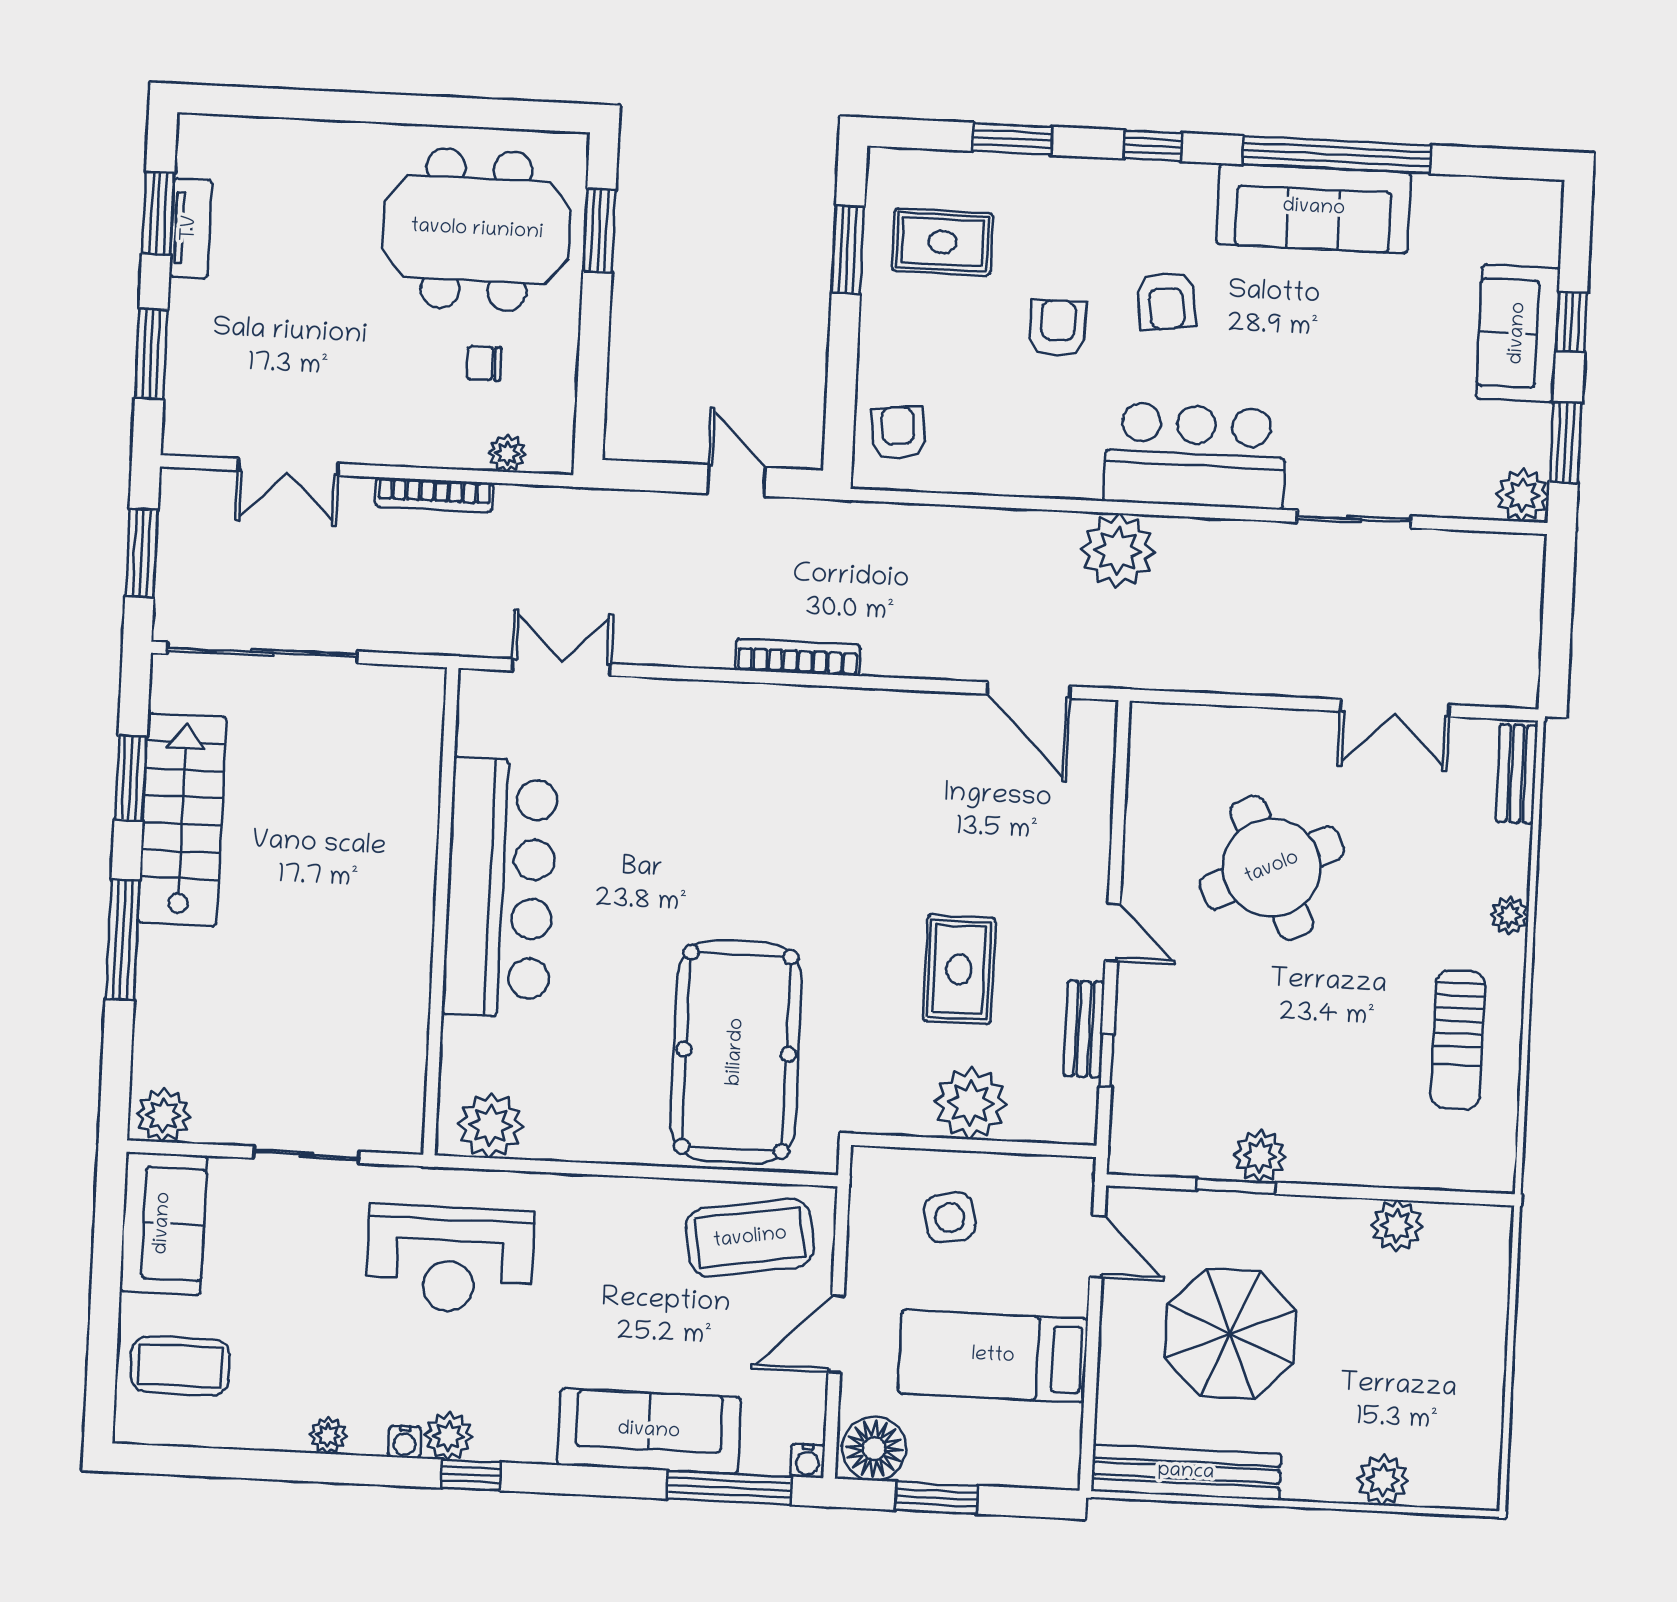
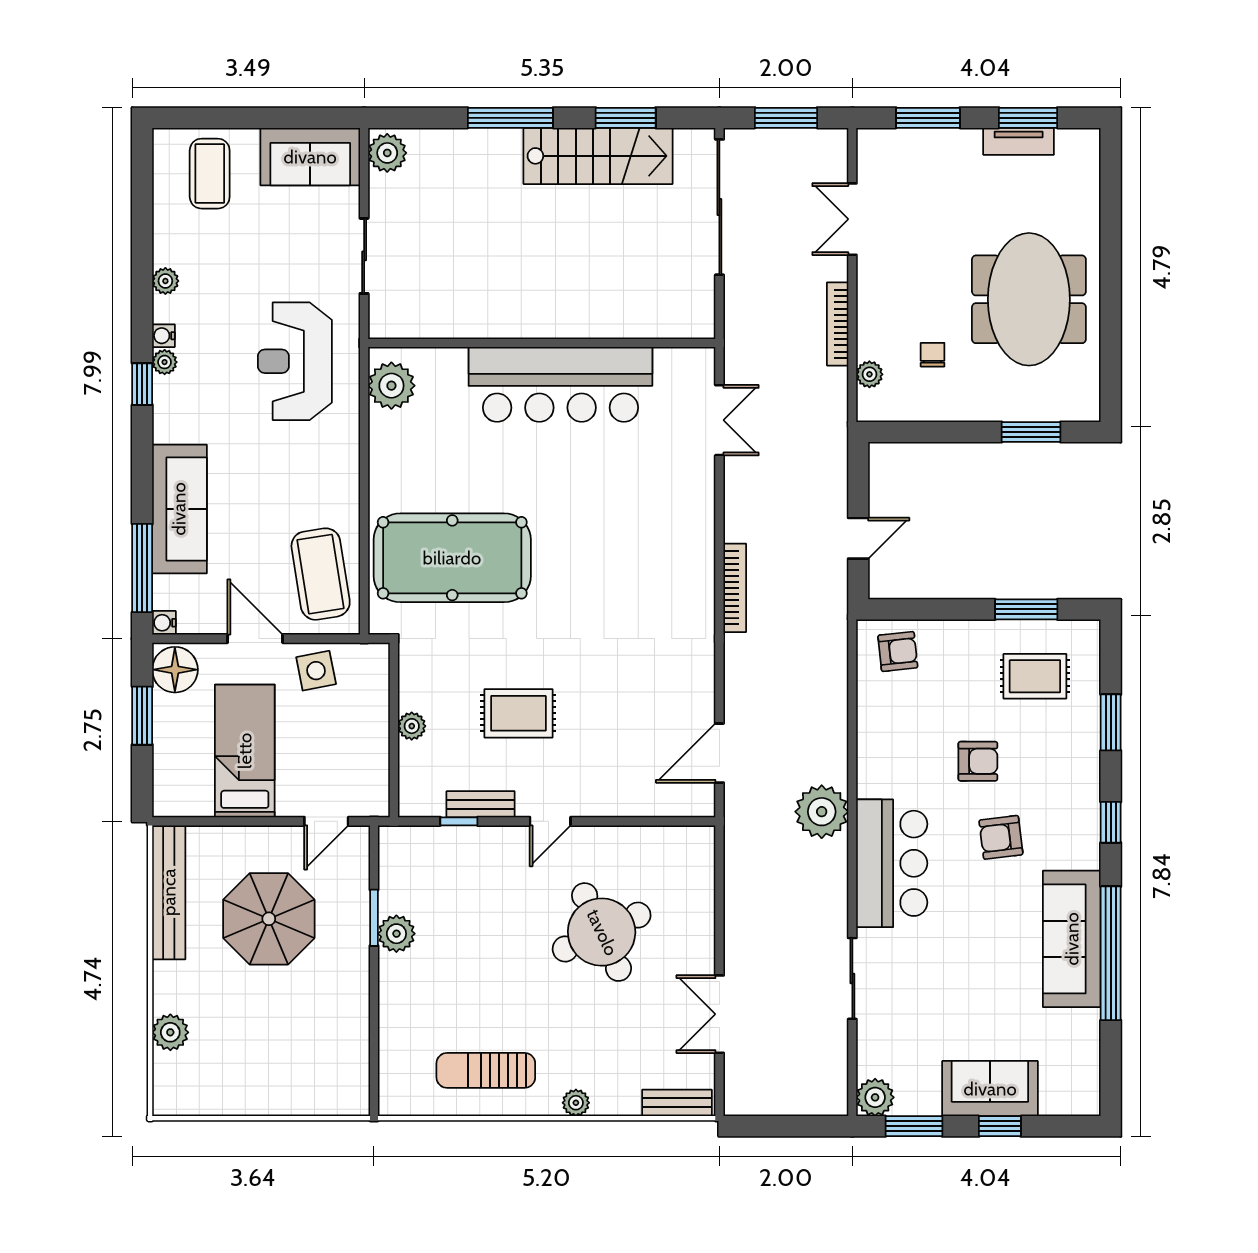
meeting table: (477, 230) -> (1029, 299), moved
rug: (942, 242) -> (1035, 676), turned 90
plant: (970, 1103) -> (412, 726), width x0.53, depth x0.53
side table: (950, 1218) -> (316, 671), moved
plant: (1397, 1226) -> (352, 1033), removed
plant: (449, 1436) -> (165, 362), width x0.73, depth x0.73

